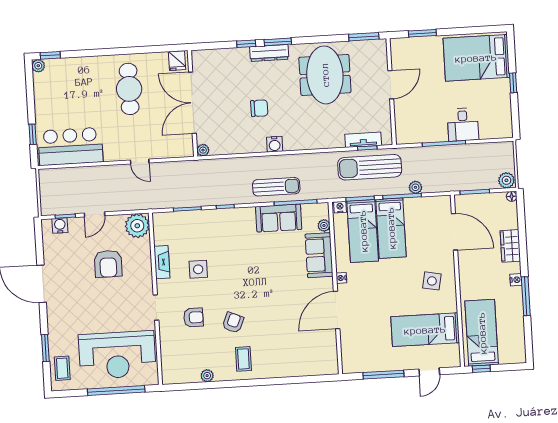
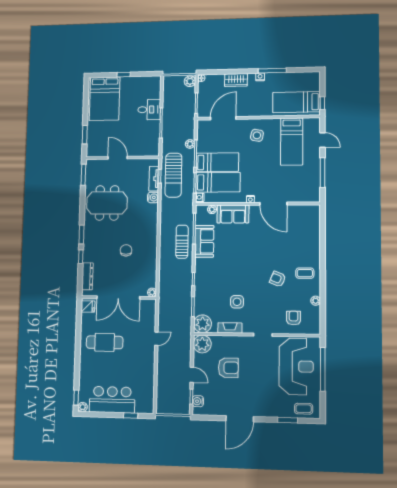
dresser: (269, 53) -> (87, 276), moved
water cooler: (275, 144) -> (153, 197), moved
bar counter: (70, 146) -> (112, 400), moved, turned 90
plant: (165, 224) -> (203, 324), added
armchair: (193, 317) -> (294, 318), moved

